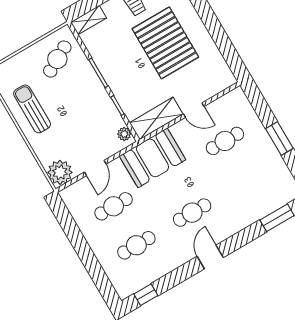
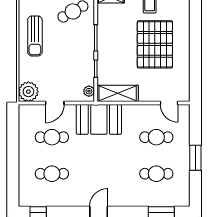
sun lounger: (32, 109) -> (35, 36), turned 180
door: (194, 110) -> (169, 103), moved
cafe table: (192, 213) -> (156, 174), moved

